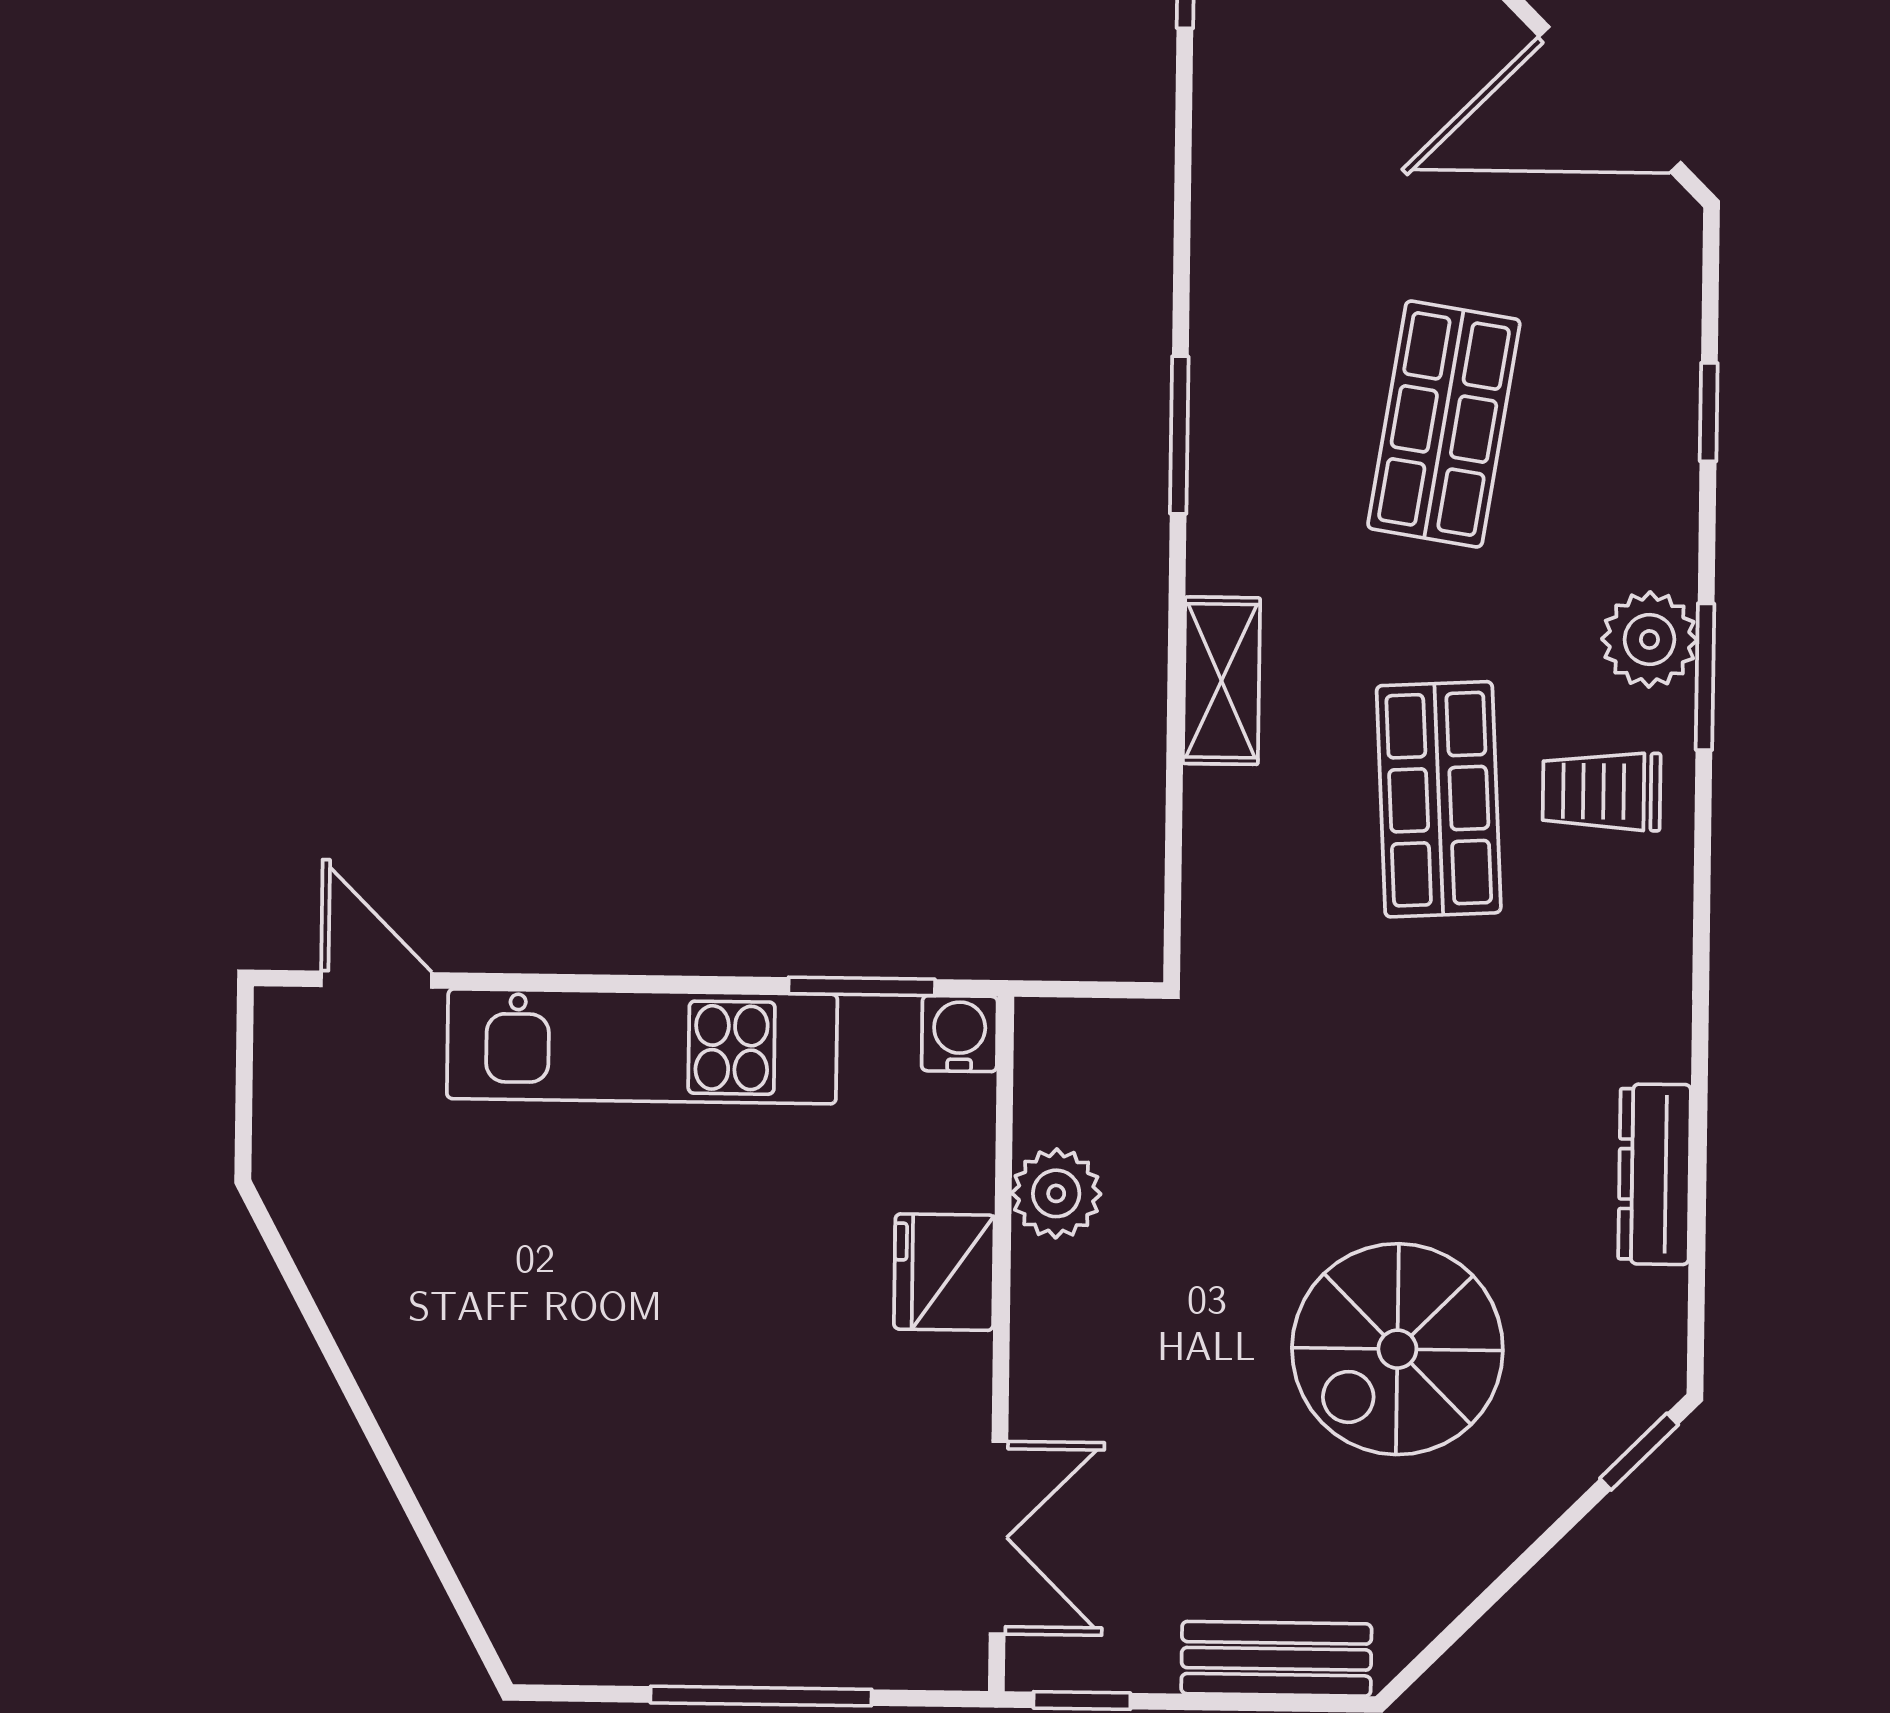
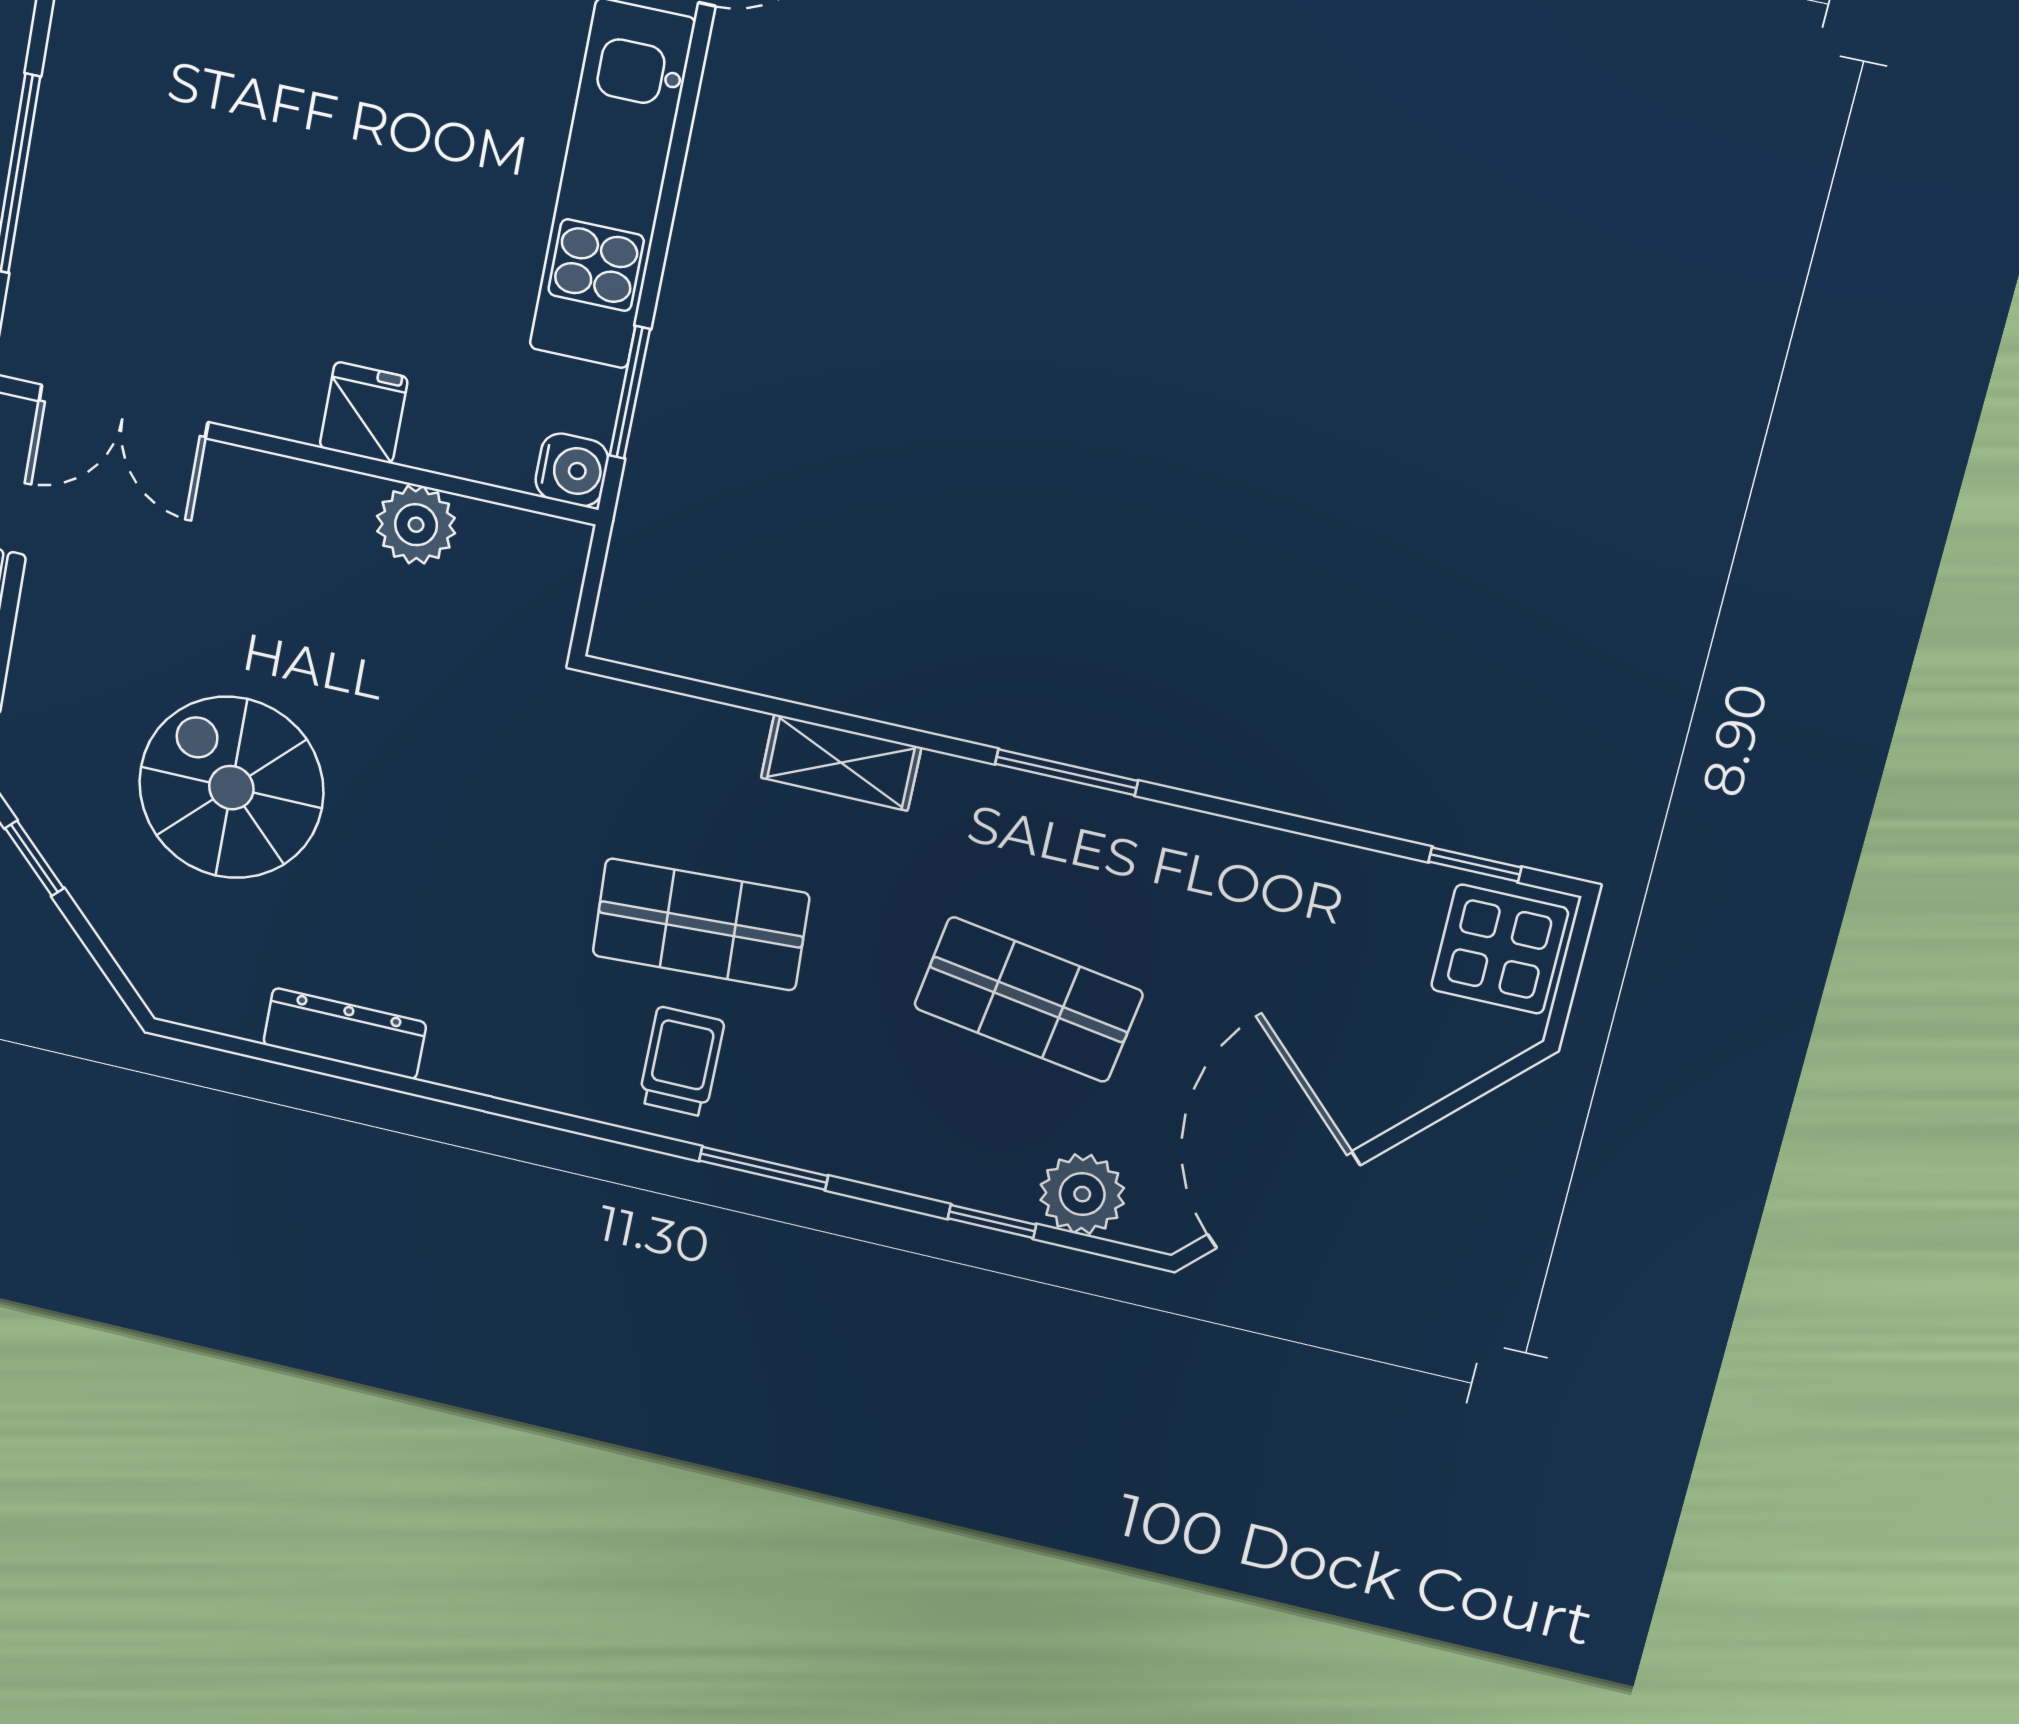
plant: (1649, 639) -> (1082, 1194), moved
fridge: (944, 1272) -> (364, 413), width x0.72
window: (1639, 1452) -> (34, 858), moved

